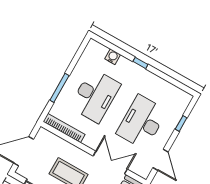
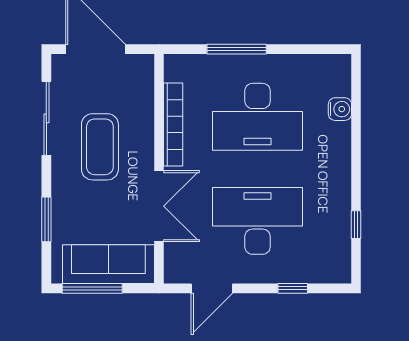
window: (140, 63) -> (356, 225), moved
bookcase: (64, 128) -> (173, 125), moved

